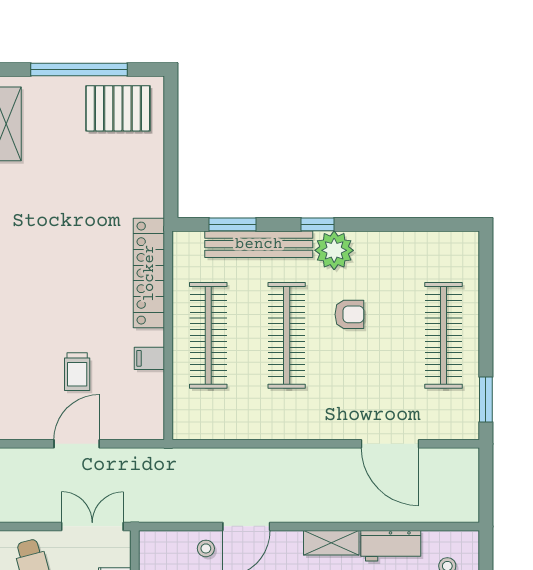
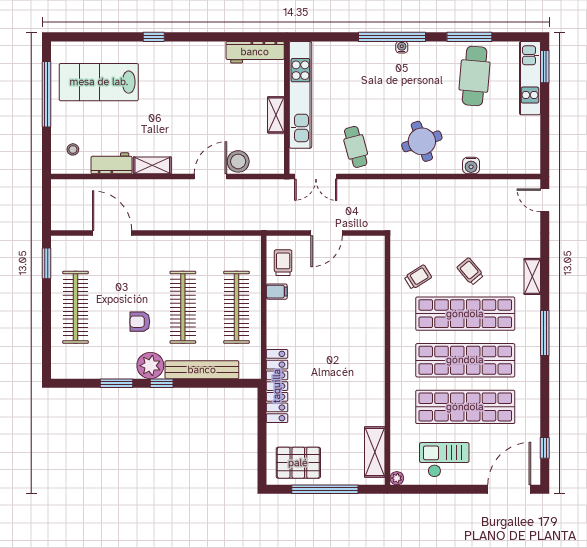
window: (233, 224) -> (116, 383), moved
locker: (149, 273) -> (277, 386), moved
trolley: (77, 372) -> (283, 263), moved
stool: (206, 548) -> (238, 161), width x1.89, depth x1.89

